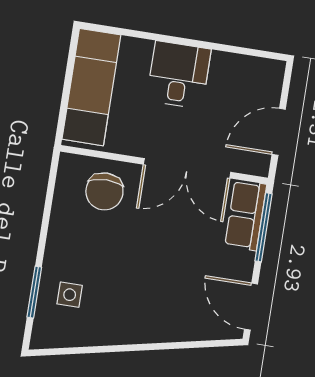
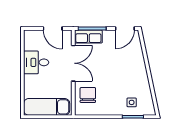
desk: (179, 75) -> (36, 62), moved
chair: (104, 191) -> (88, 95), turned -90

